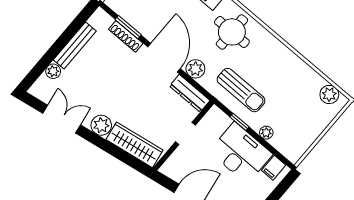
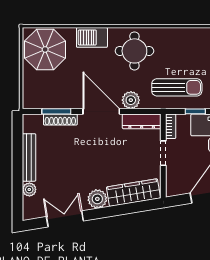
bookcase: (210, 117) -> (171, 126), added

